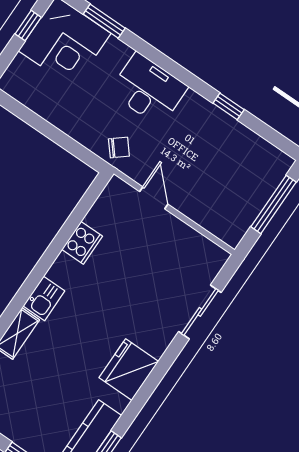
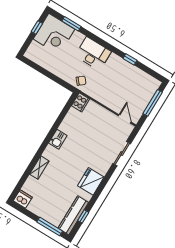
door: (154, 198) -> (125, 119), moved
cooker: (82, 243) -> (80, 102), moved
kitchen sink: (44, 298) -> (58, 139), moved

